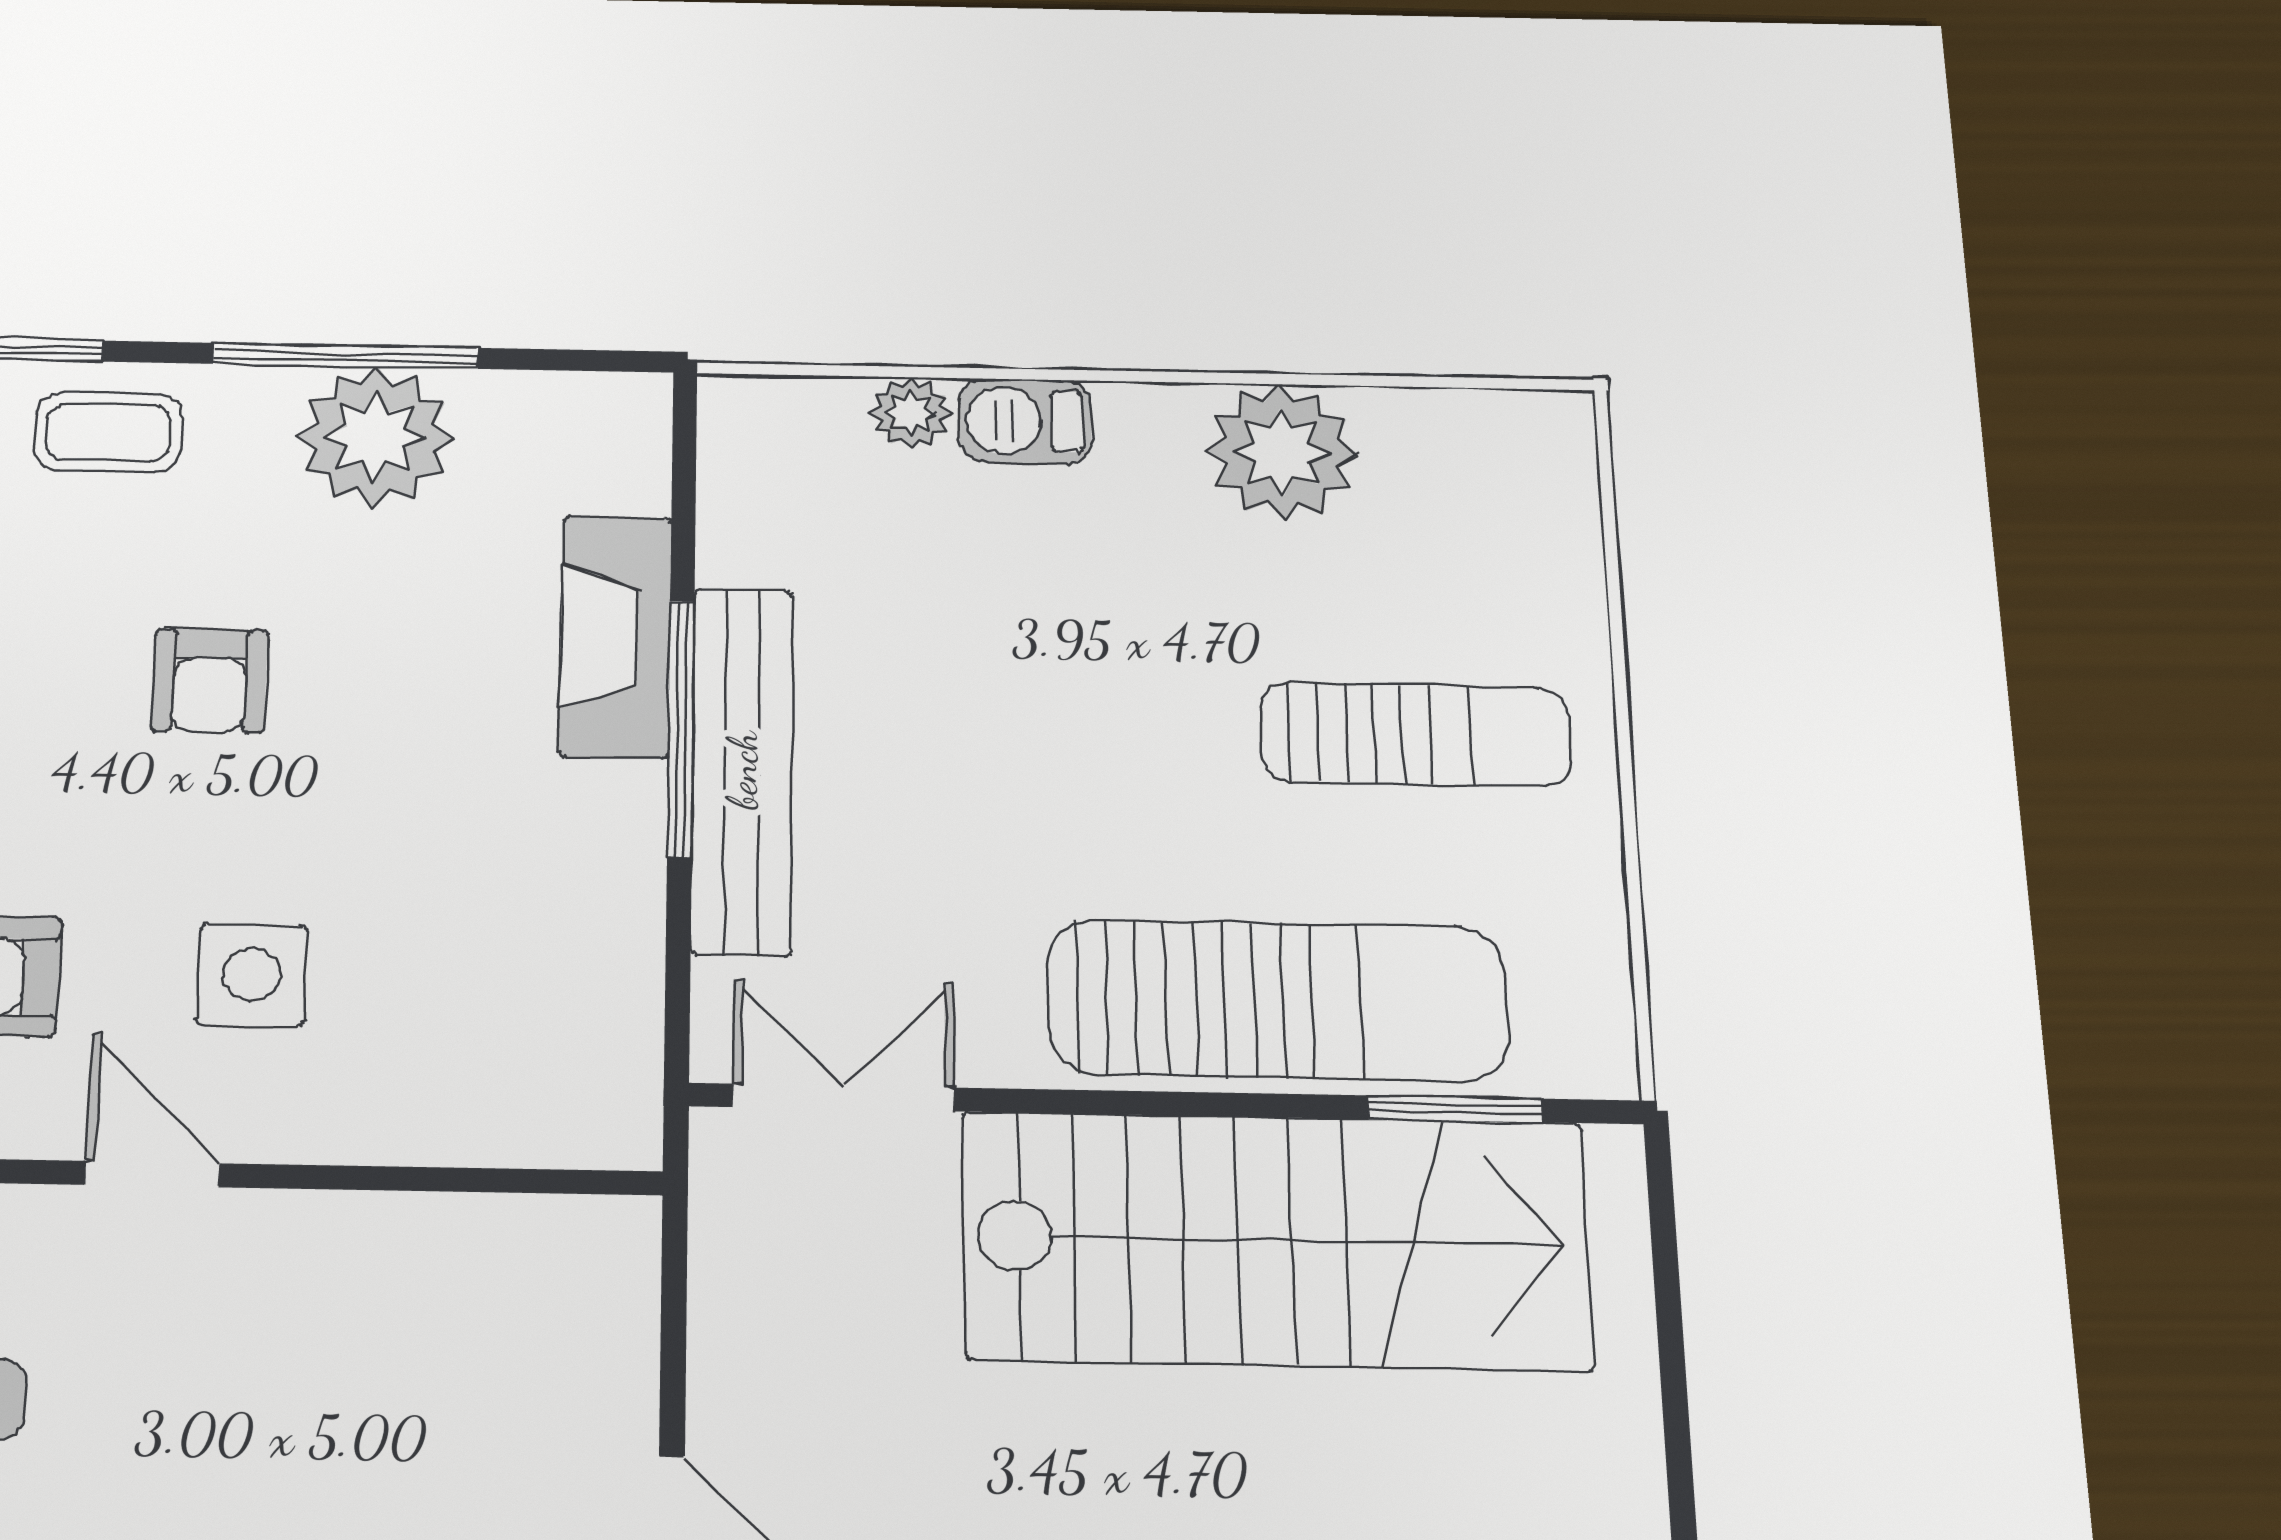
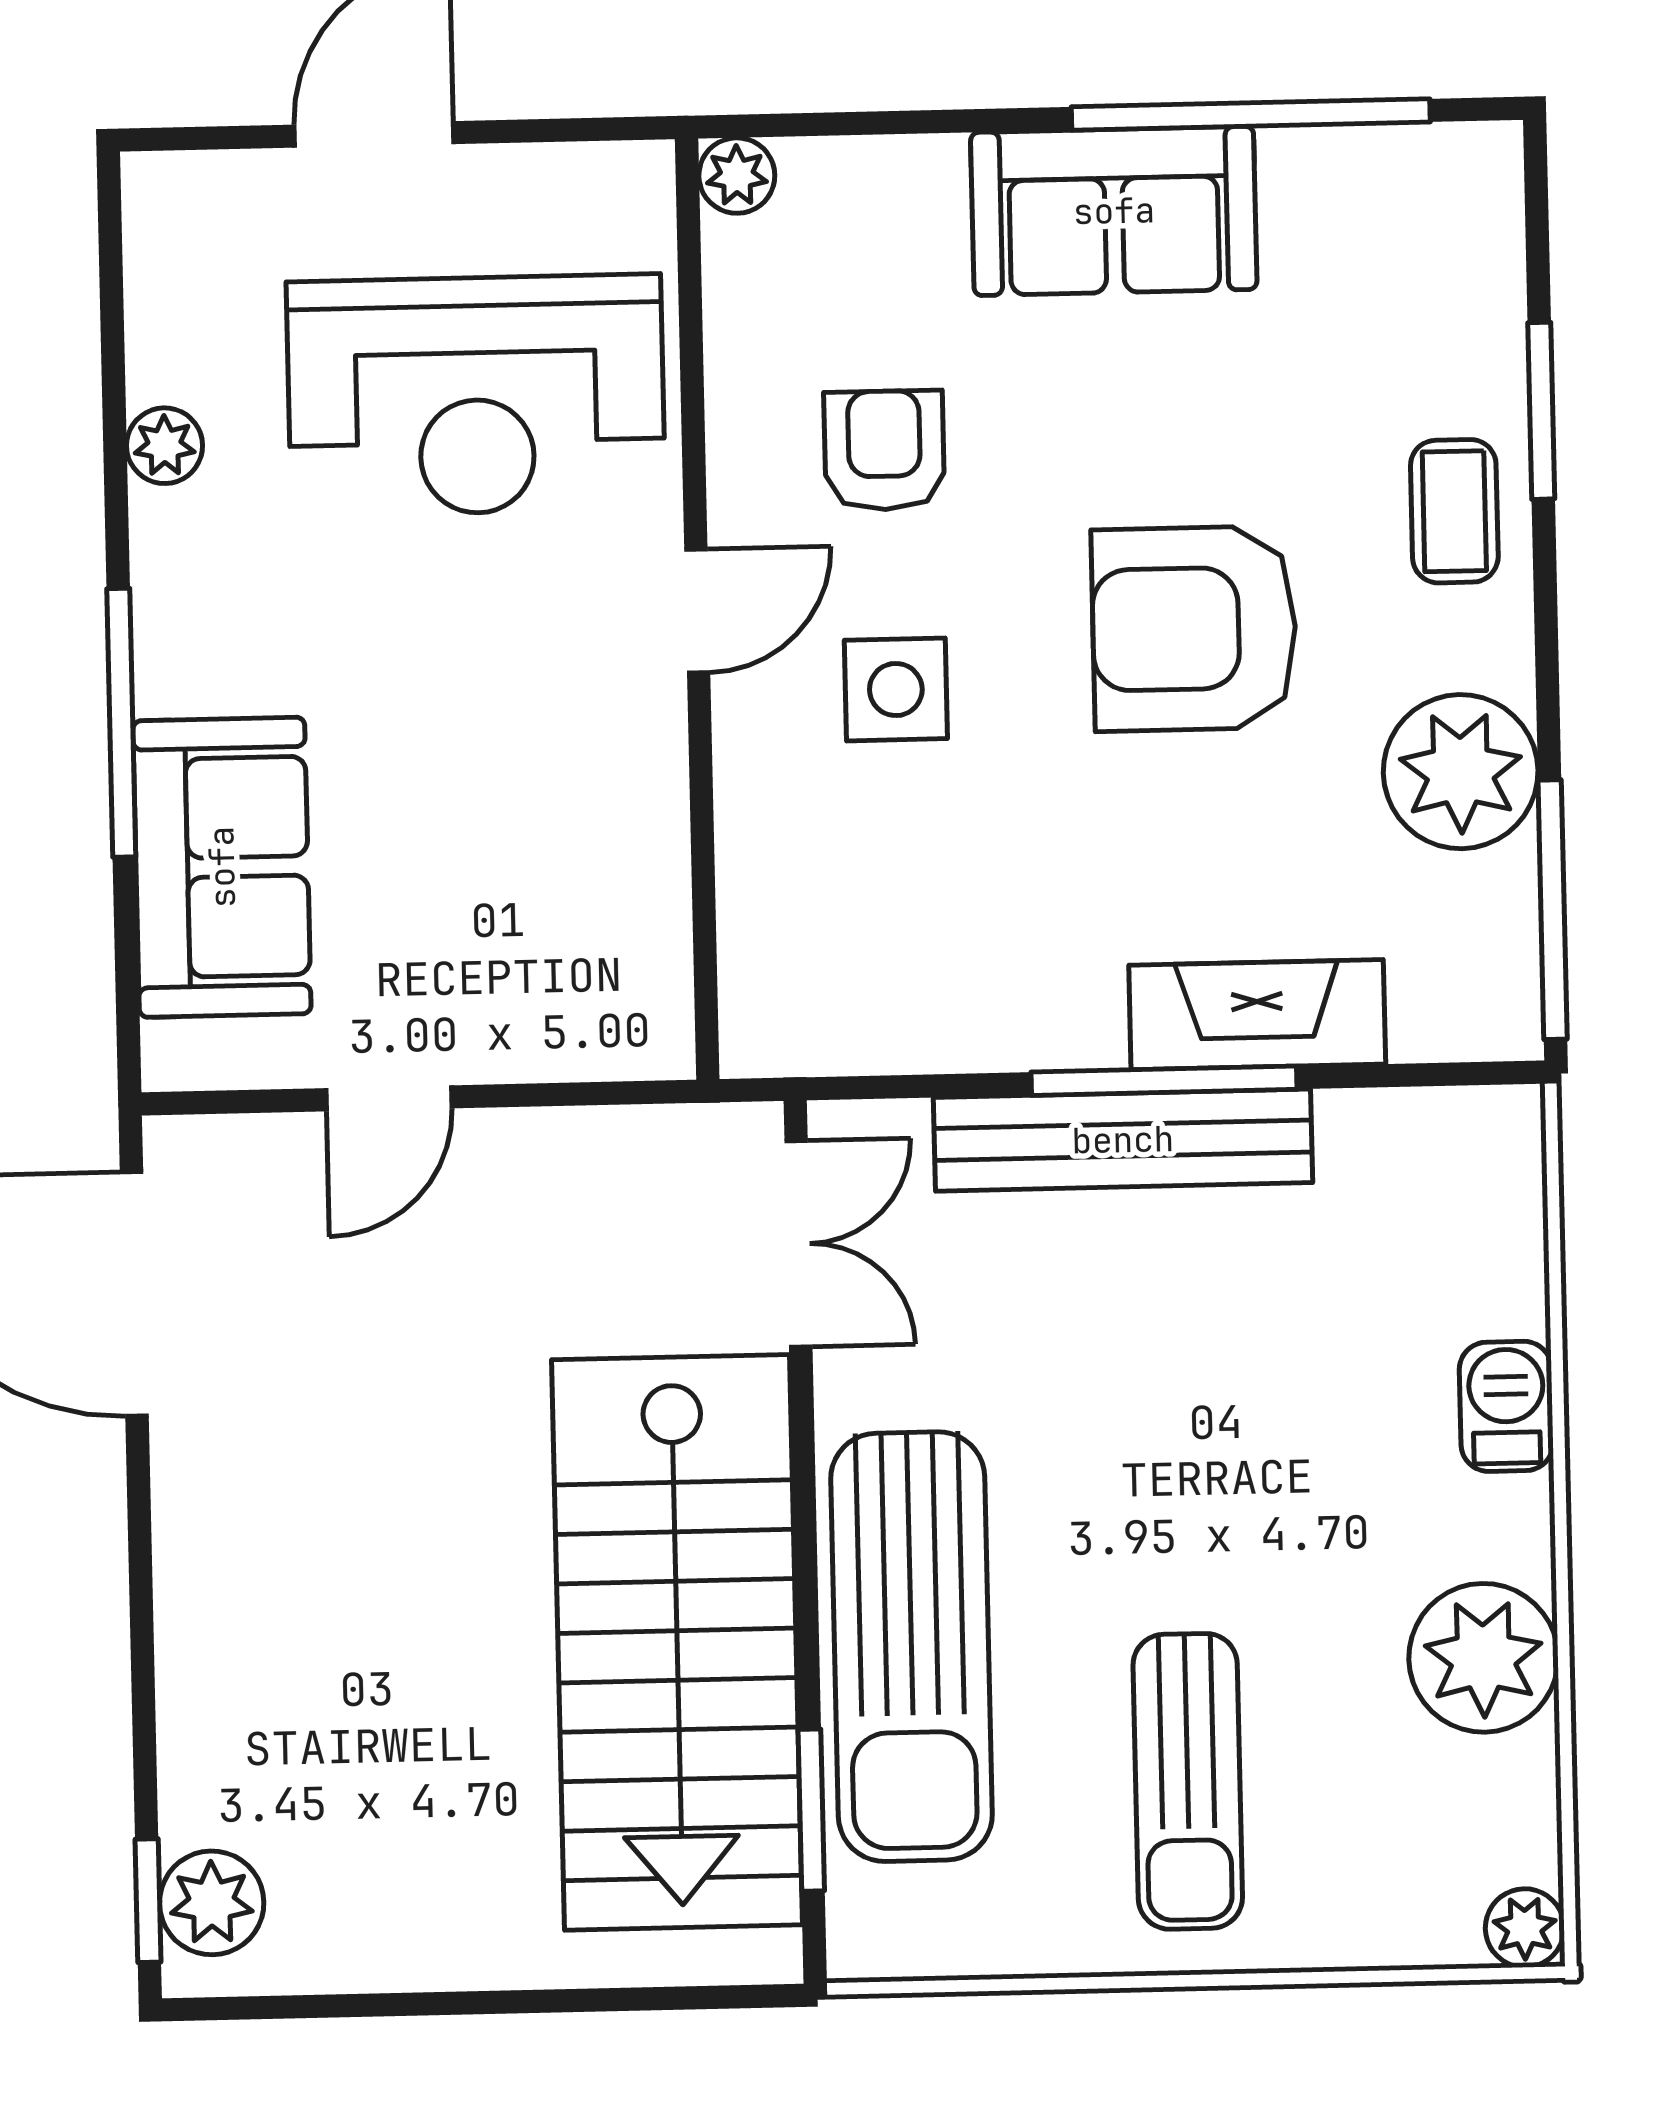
window: (346, 356) -> (1553, 910), moved
plant: (911, 413) -> (1525, 1928), moved
armchair: (210, 681) -> (1194, 629), width x1.88, depth x1.88

